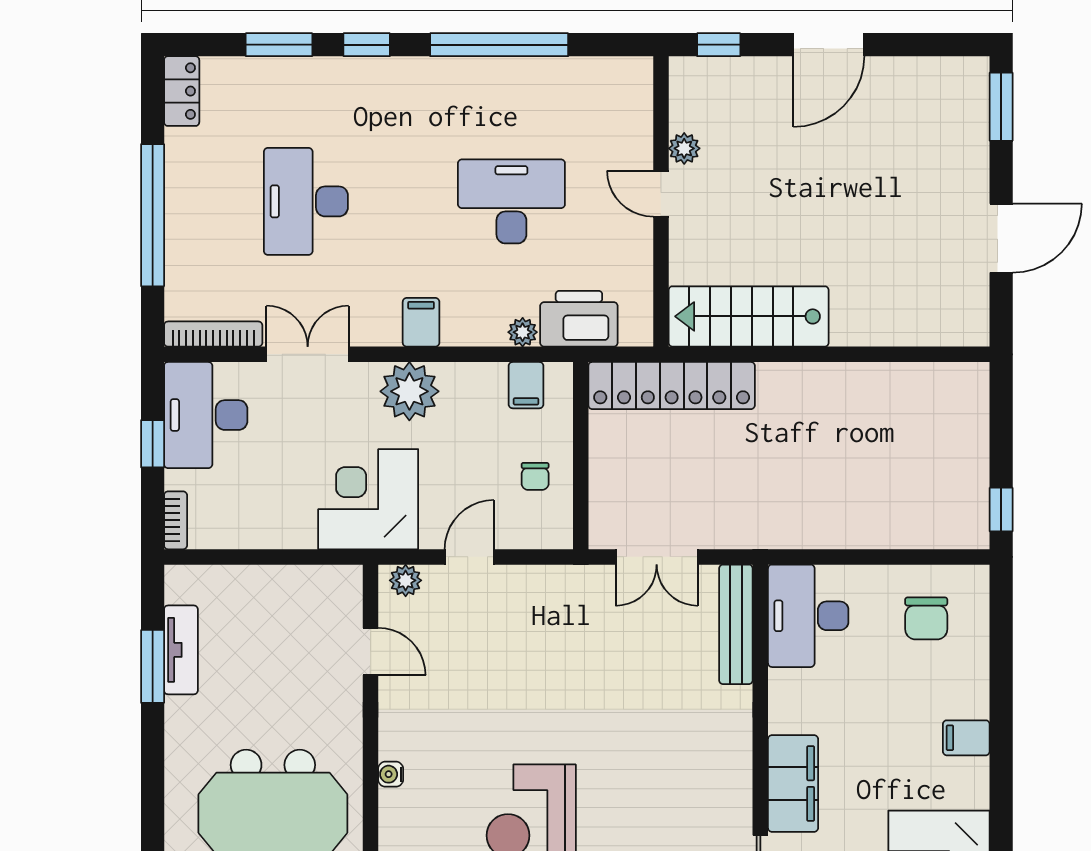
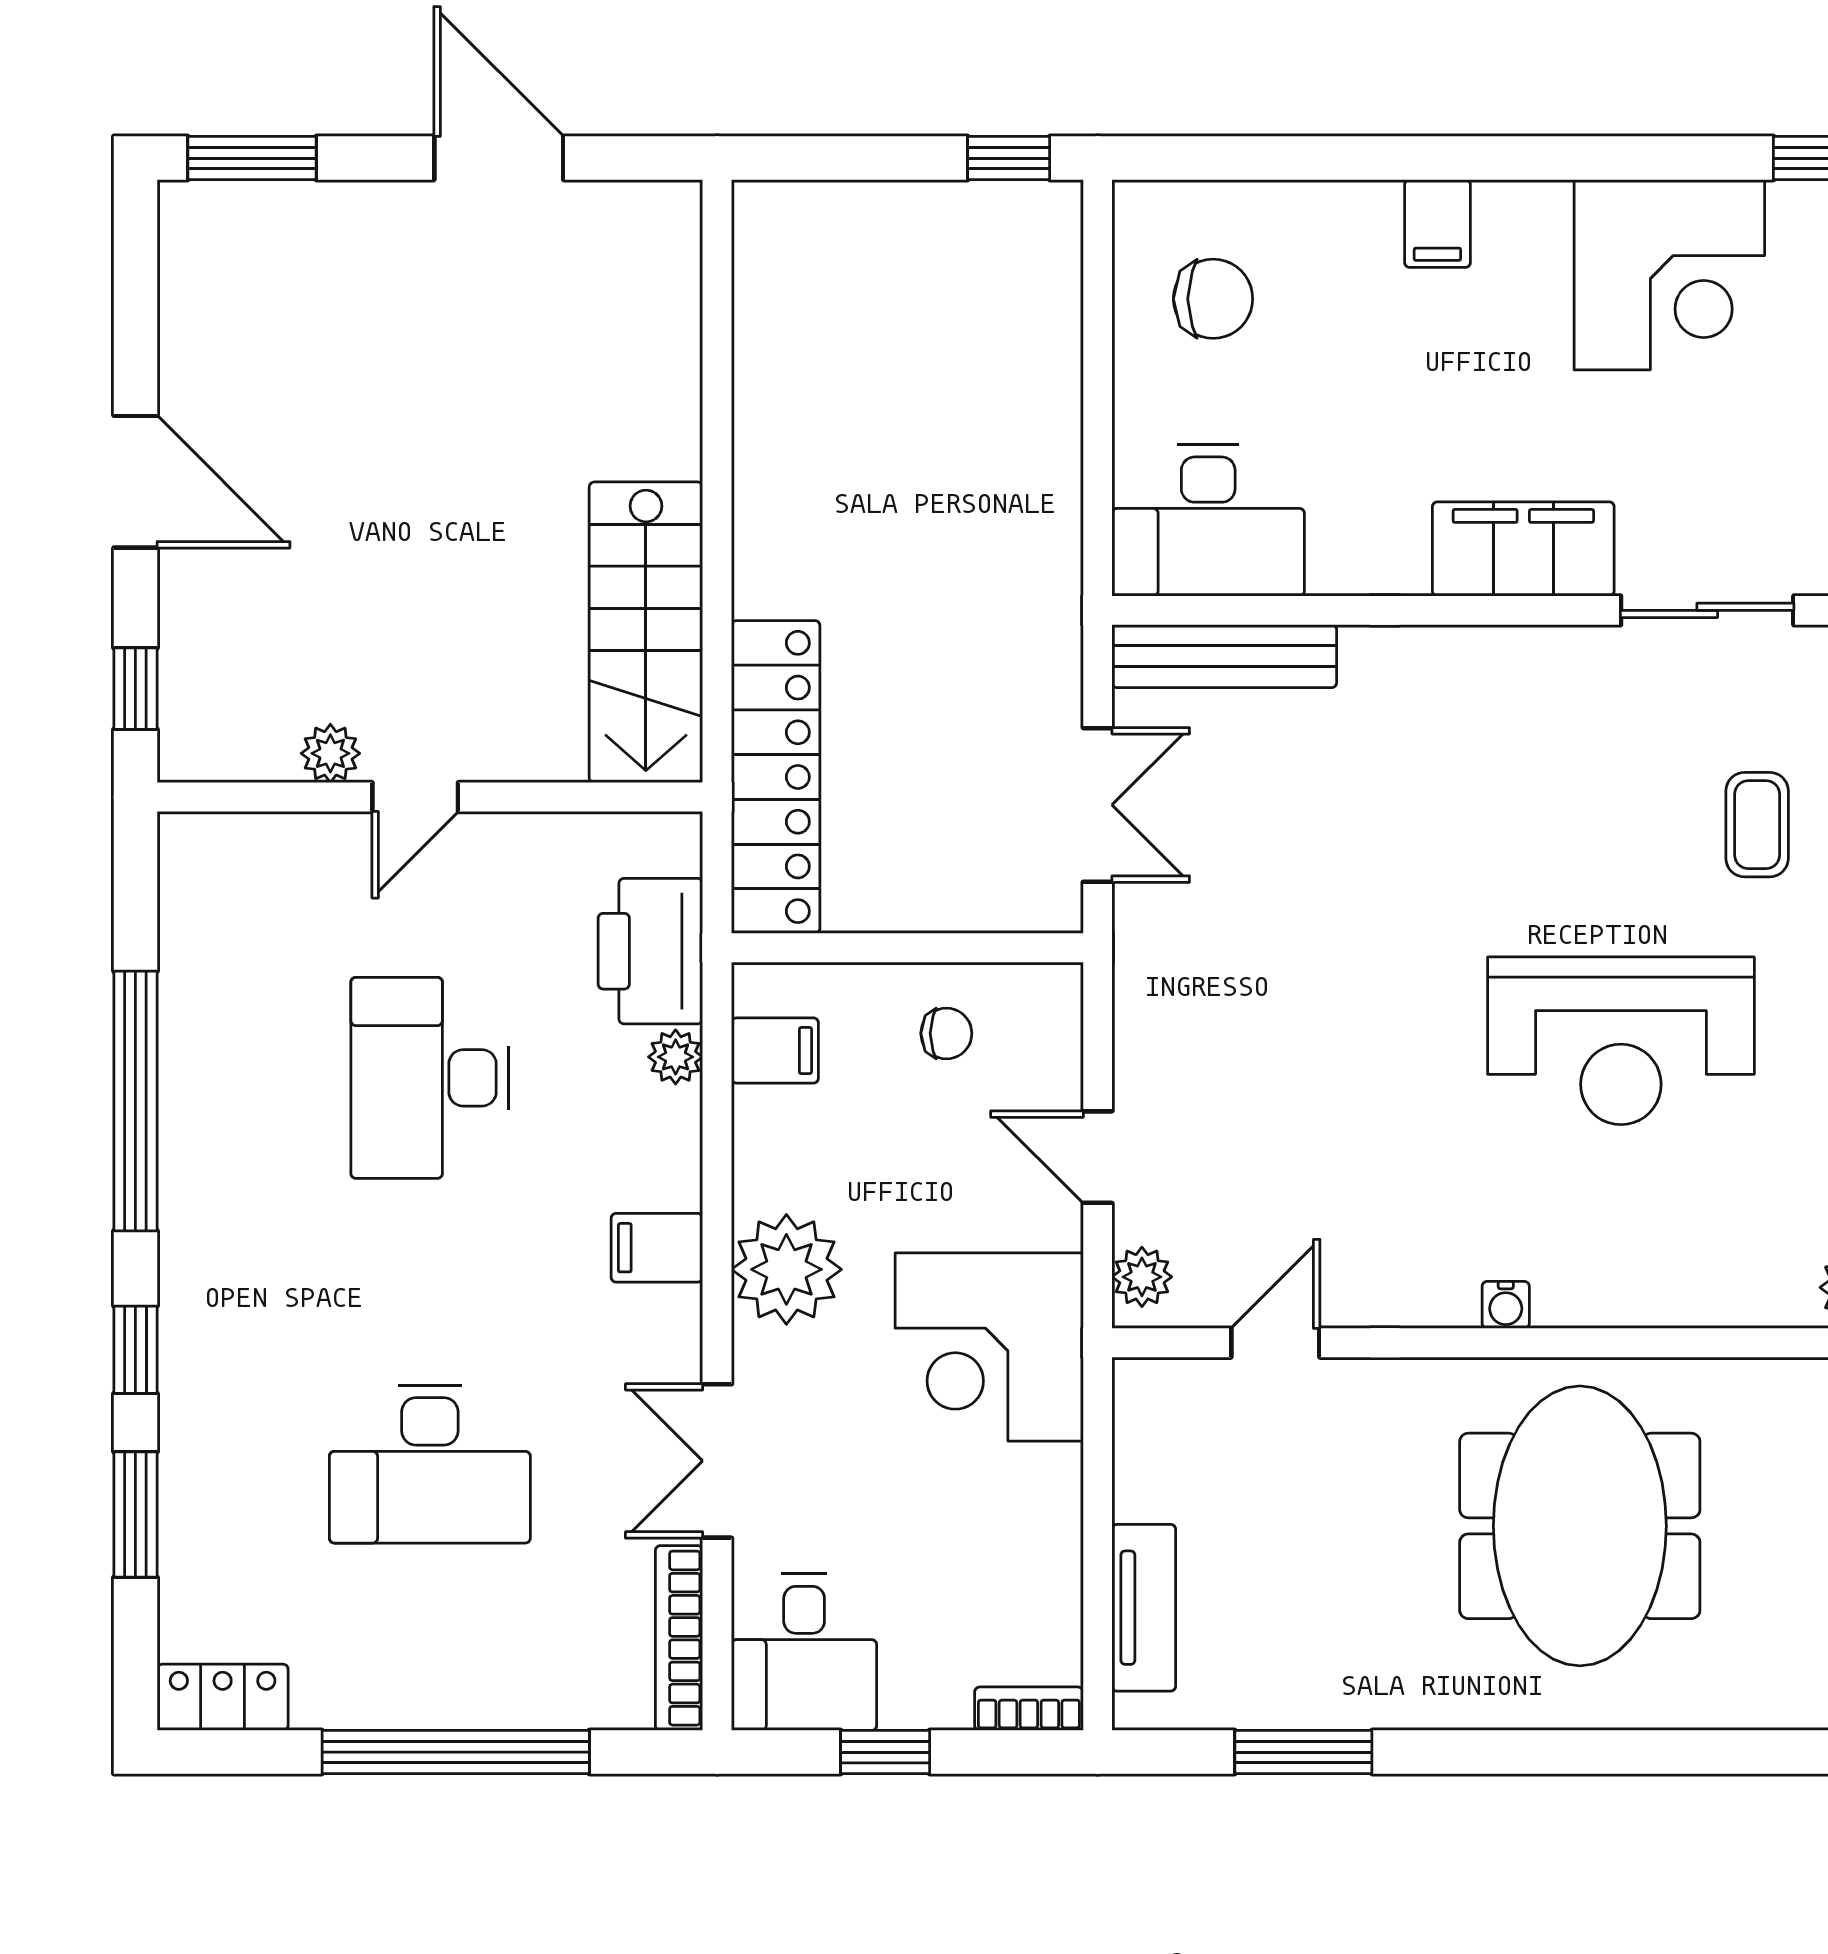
desk: (206, 415) -> (804, 1652), width x0.73
tv unit: (181, 650) -> (1144, 1608), moved, turned 90

